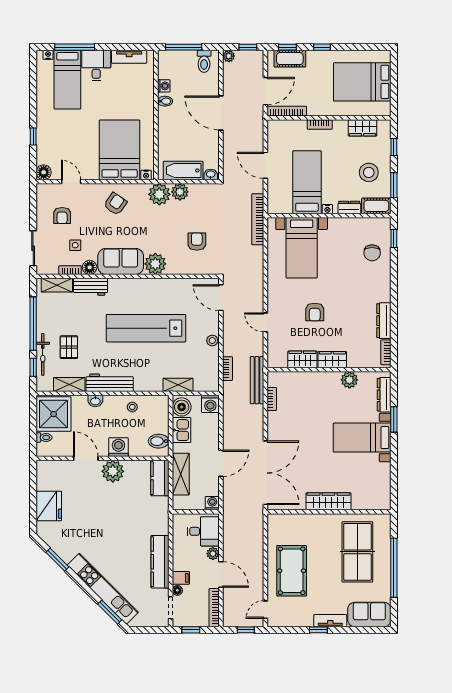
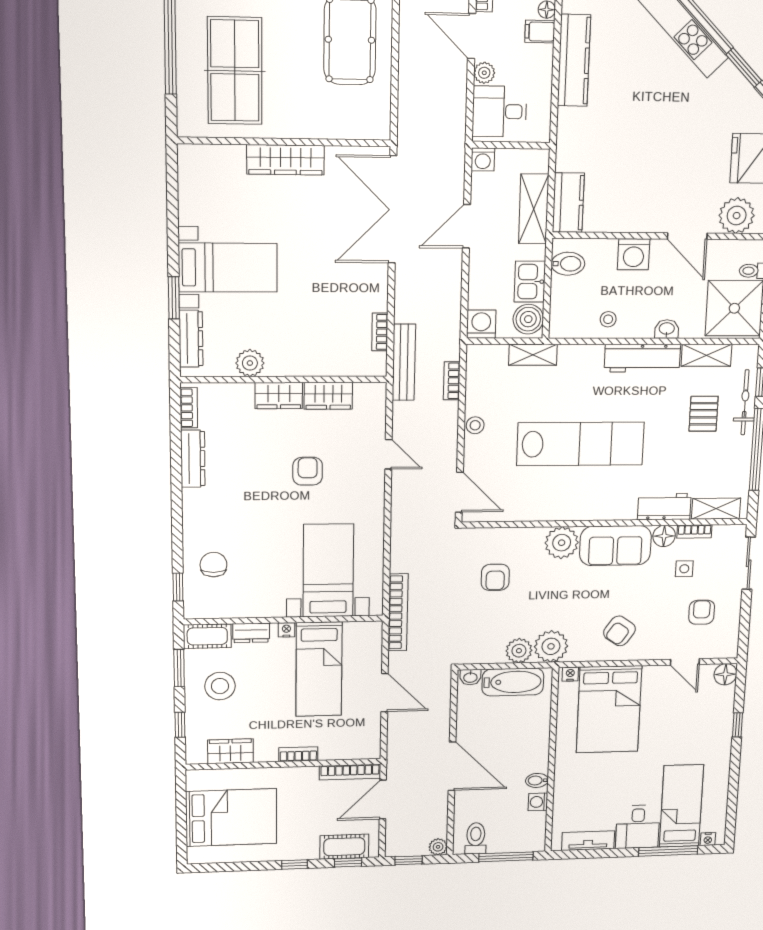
plant: (113, 471) -> (737, 216), moved

